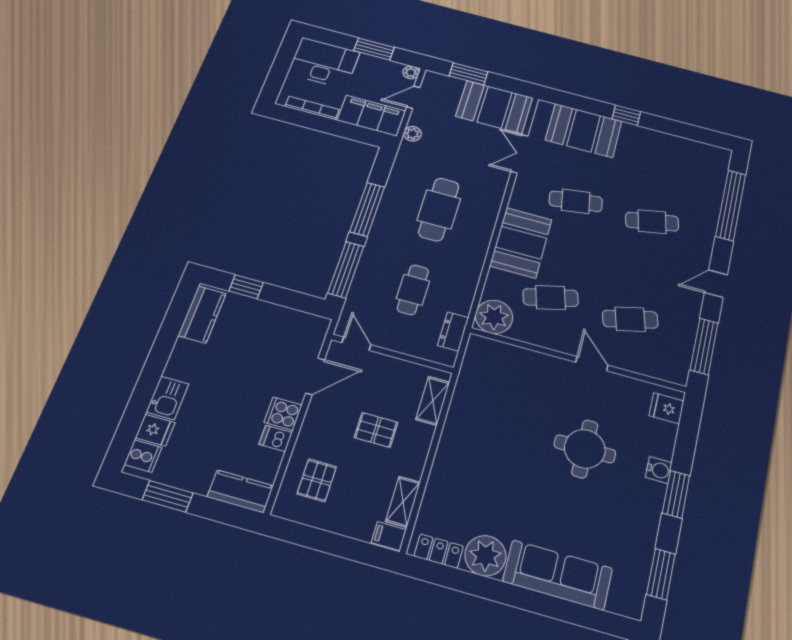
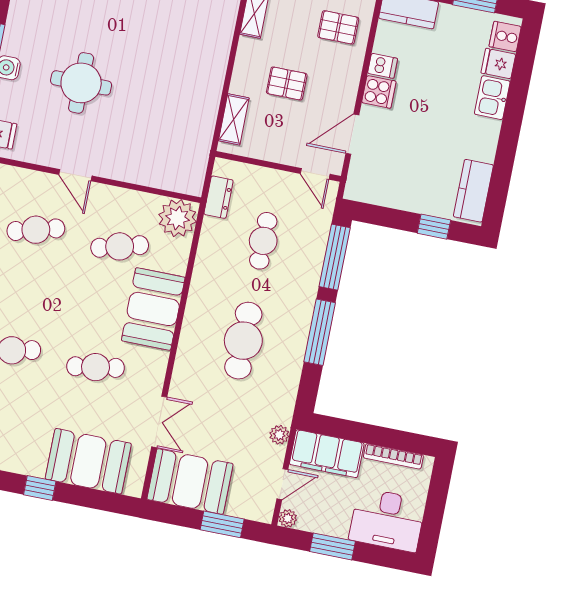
pallet: (317, 480) -> (338, 27), turned 90

